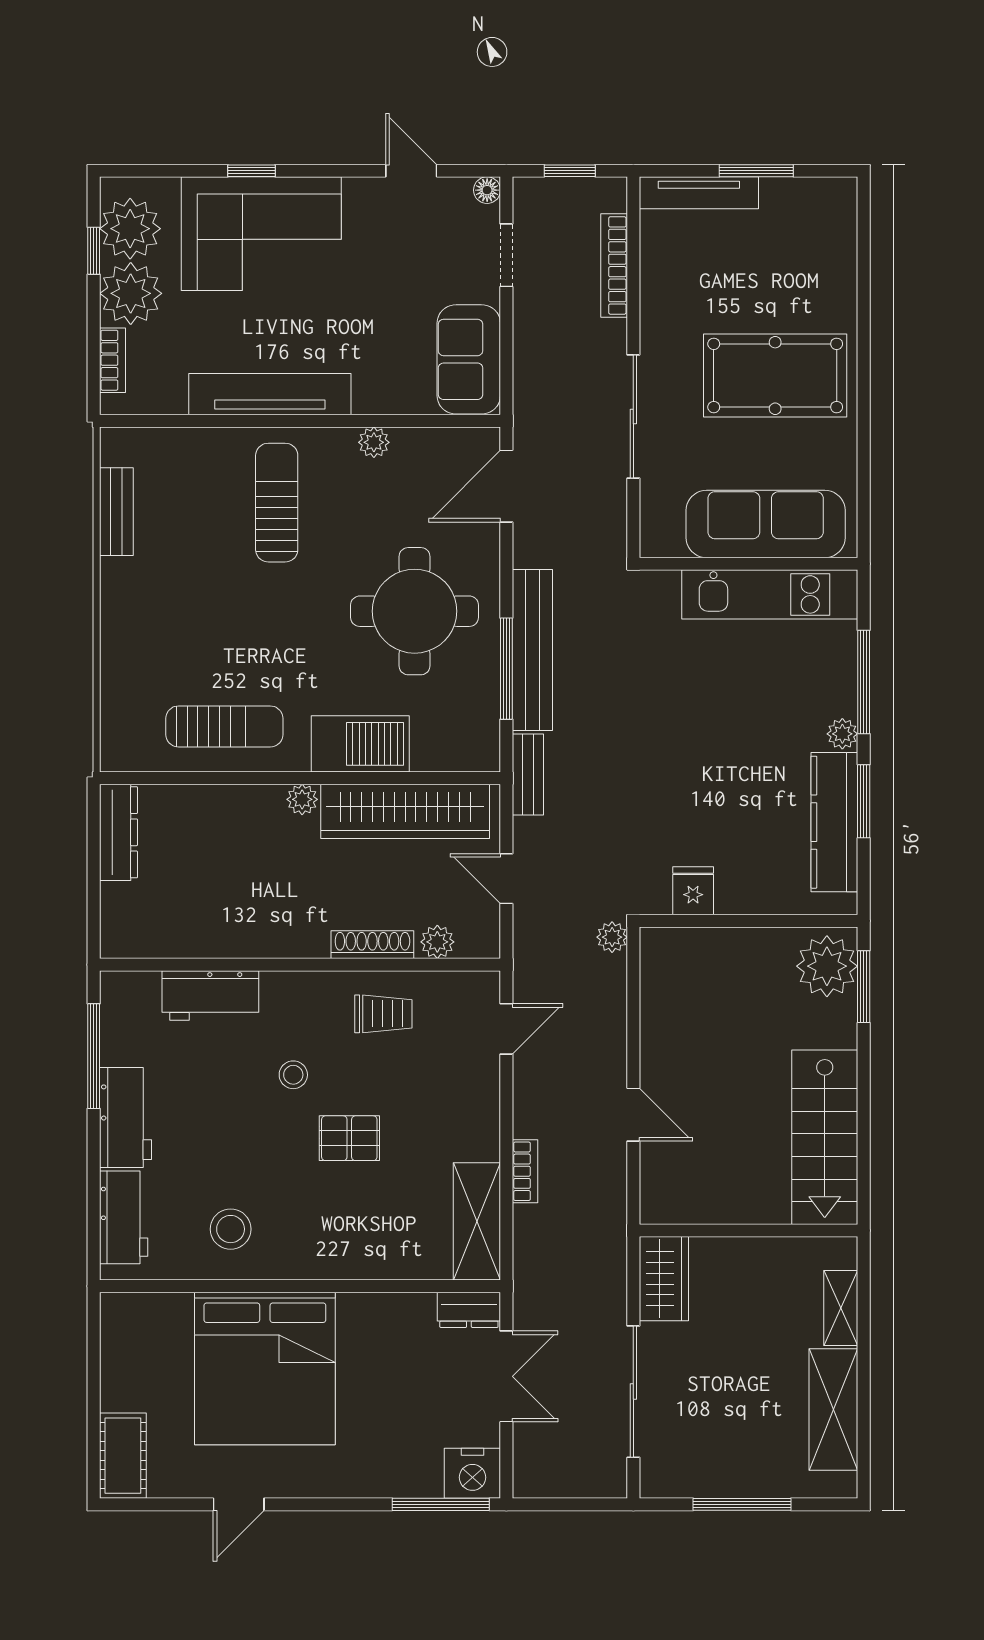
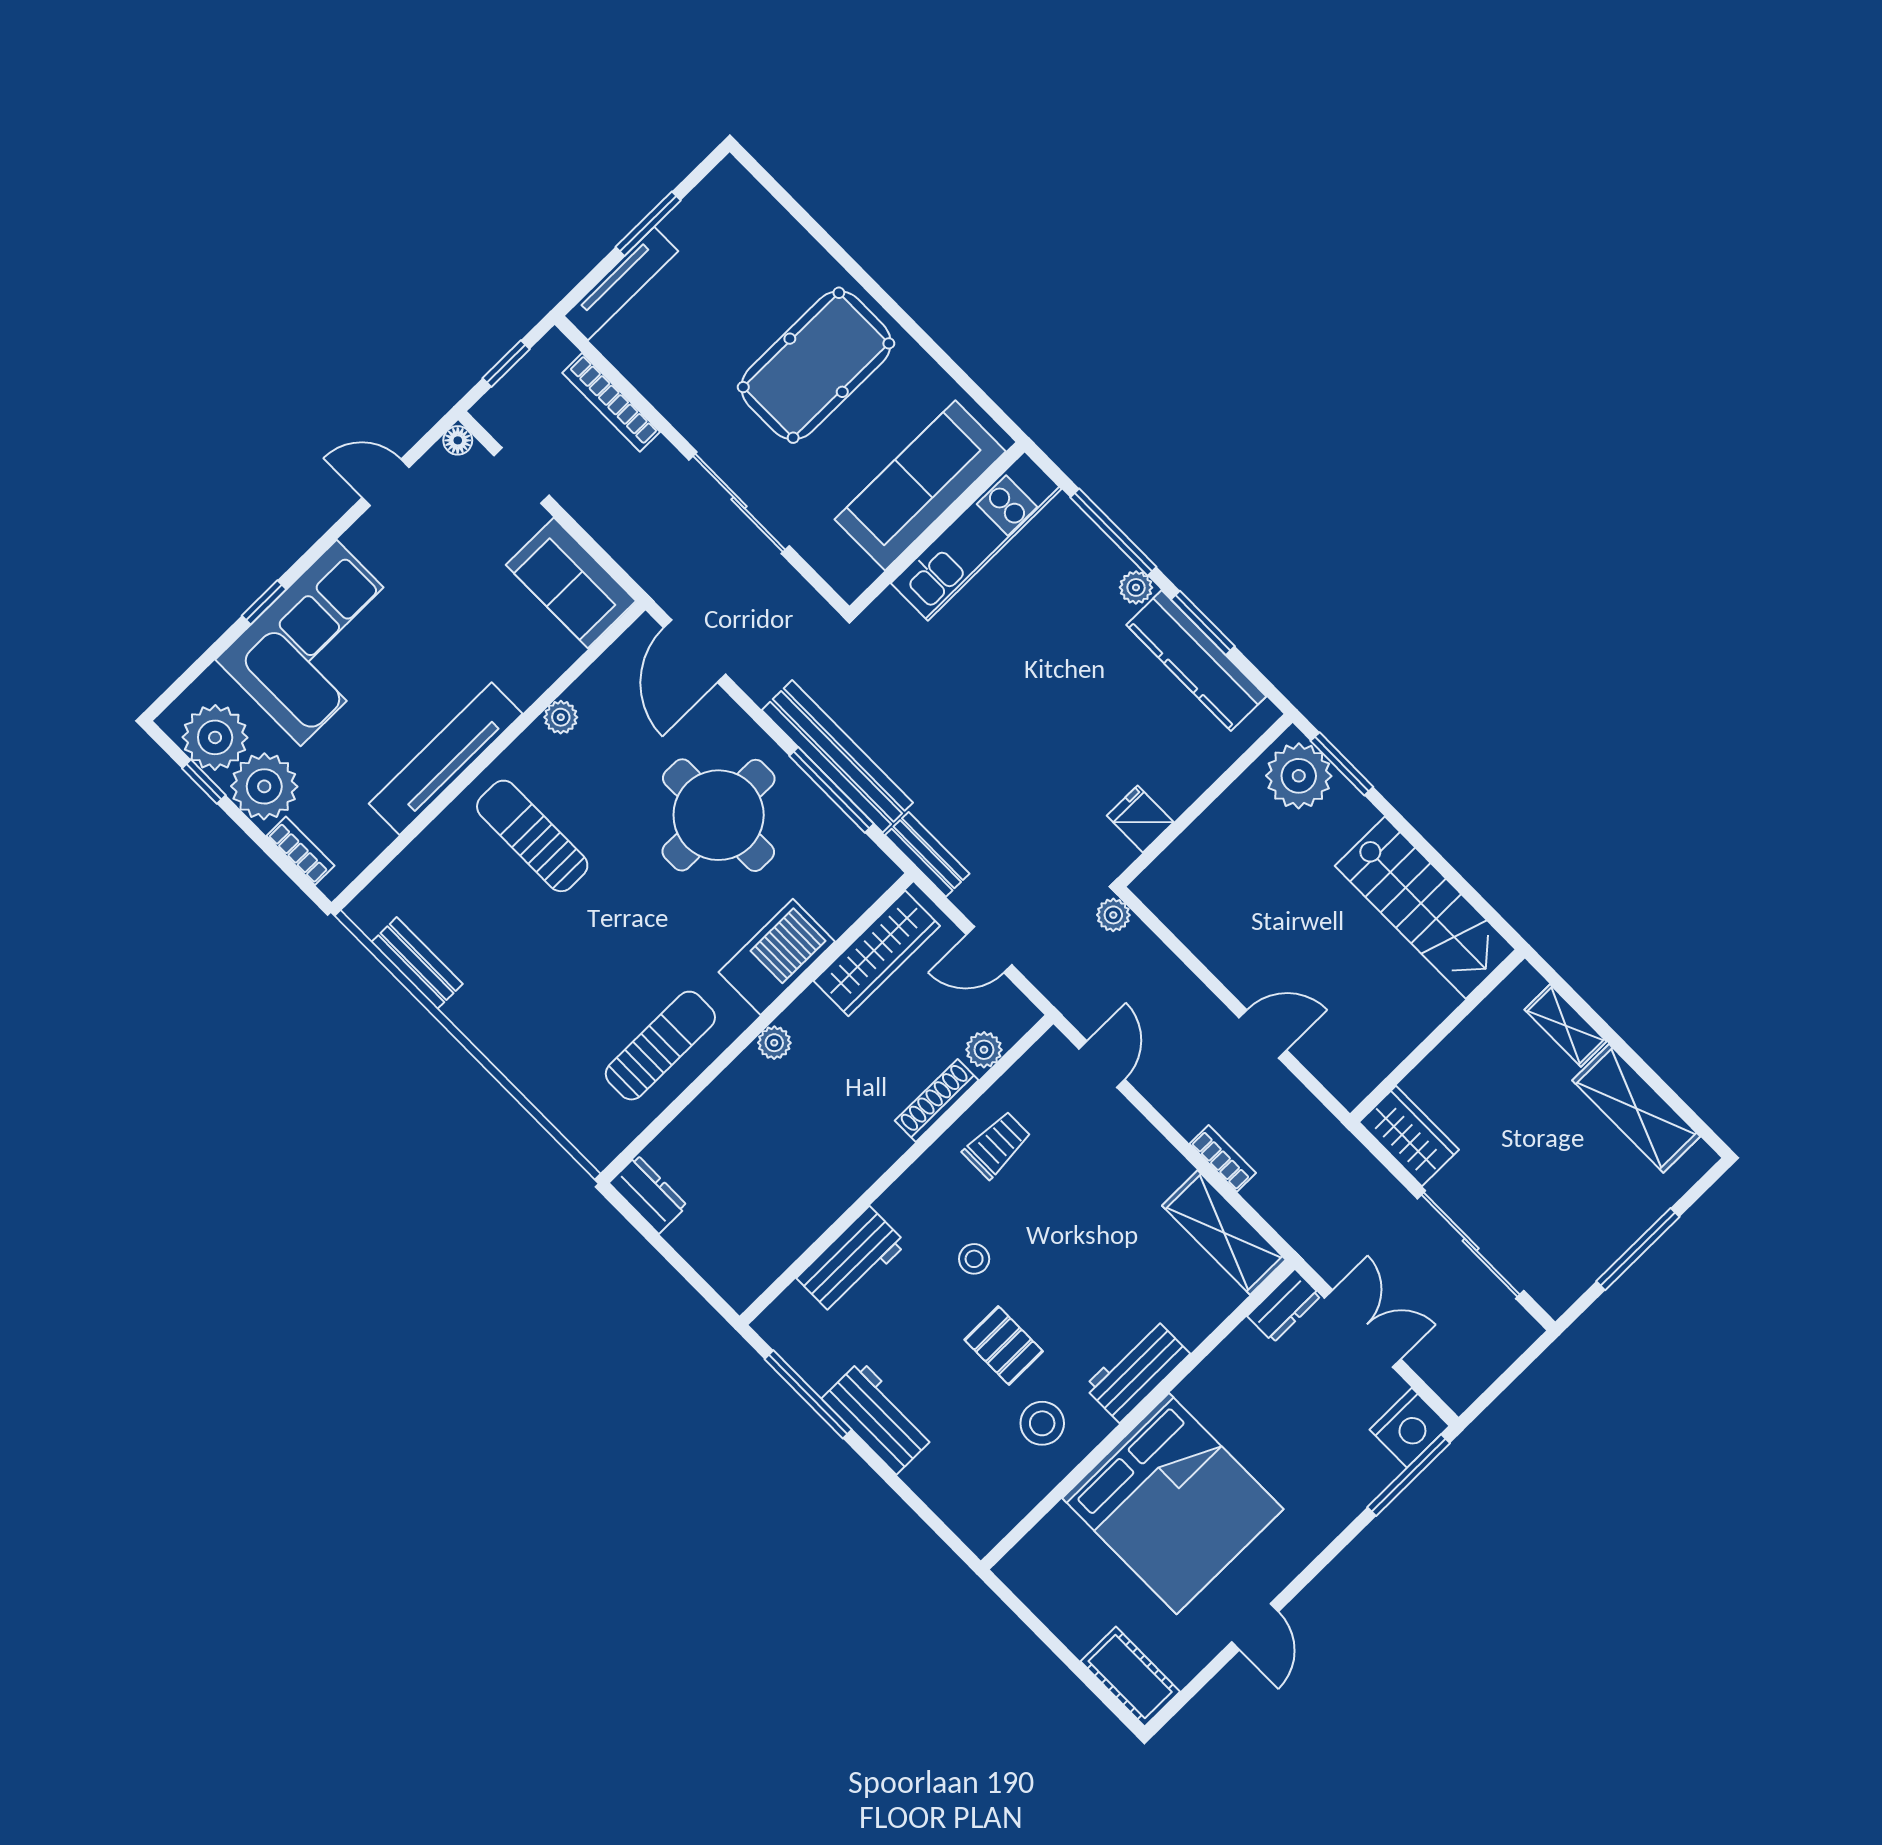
wardrobe: (405, 811) -> (877, 953), width x0.71, depth x0.85
dresser: (118, 832) -> (648, 1194), width x0.70
pallet: (349, 1138) -> (1004, 1346), moved, turned 90
workbench: (124, 1217) -> (1137, 1370), moved, turned -90

